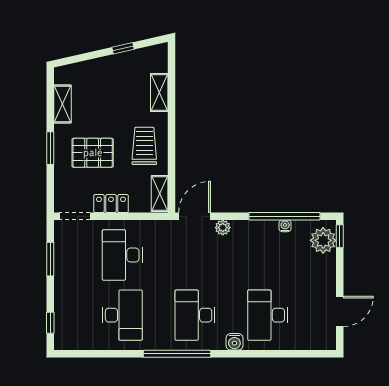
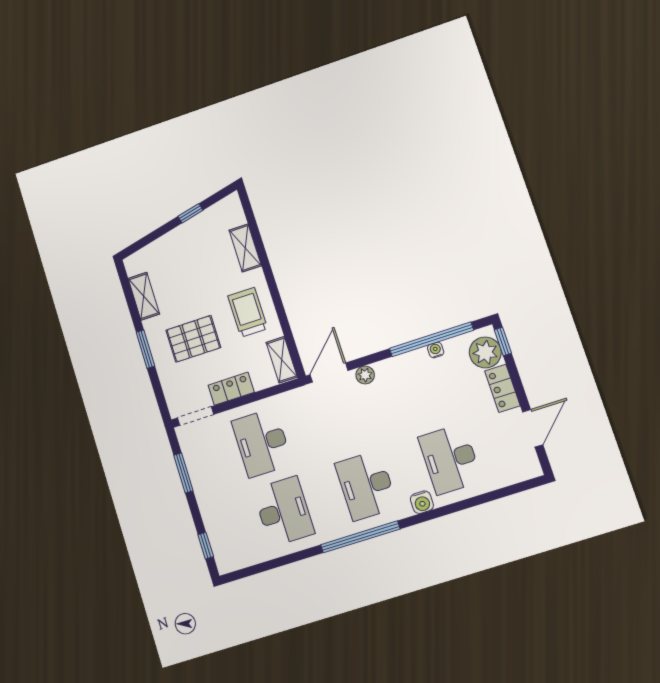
locker: (327, 273) -> (502, 388), added

